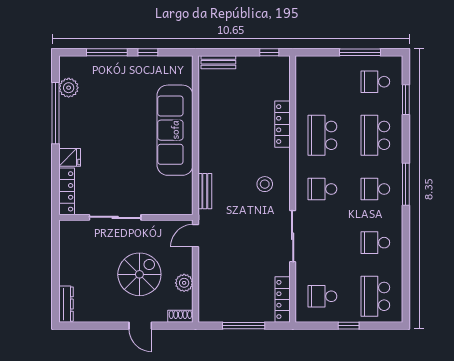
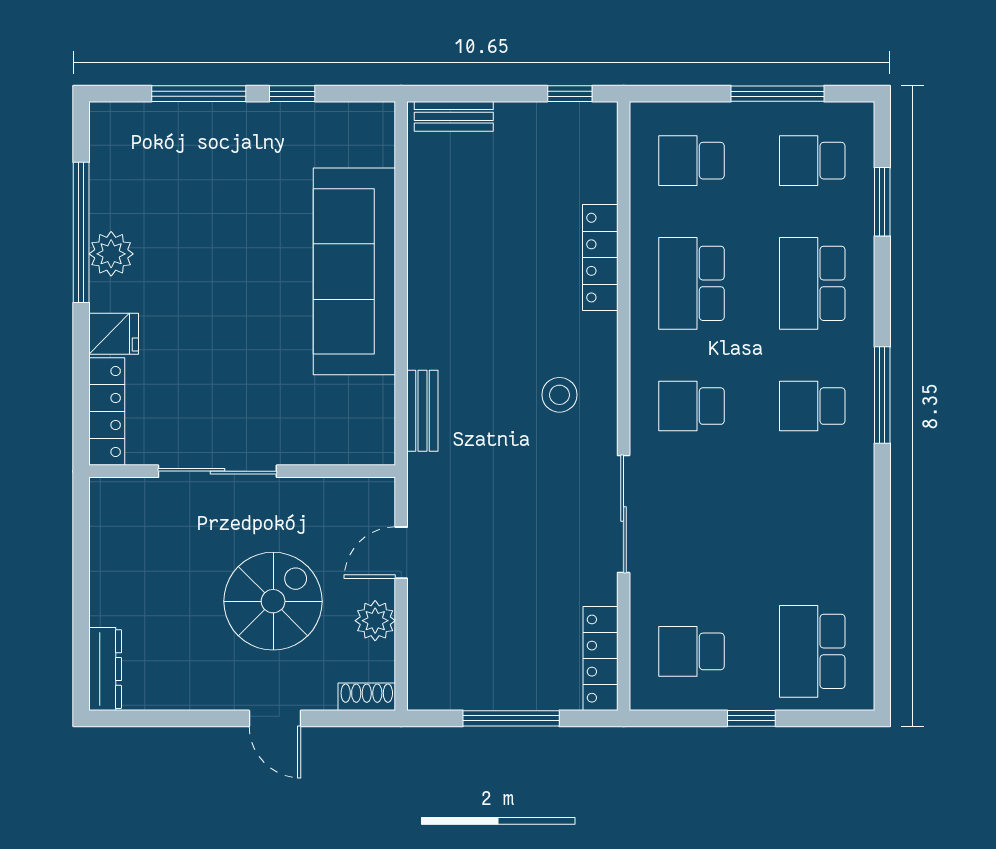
plant: (69, 88) -> (111, 254), moved
door: (195, 236) -> (401, 553), moved
school desk: (375, 243) -> (692, 161), moved

